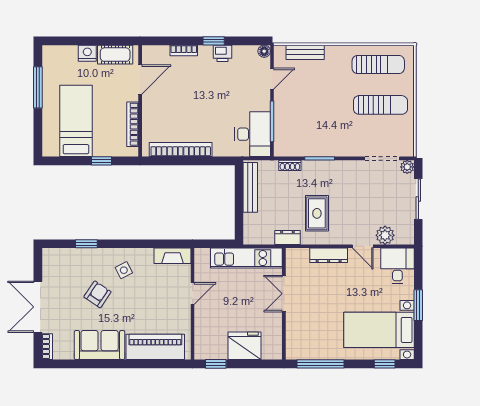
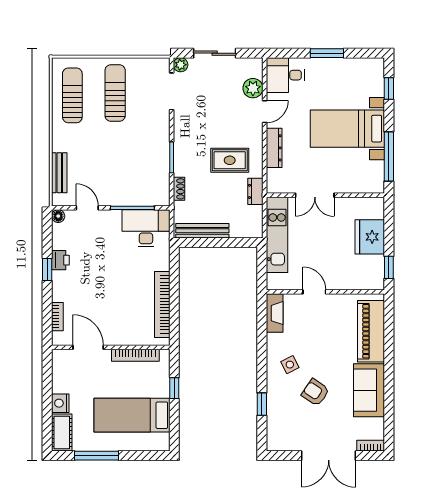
bookcase: (184, 50) -> (57, 317), moved
cot: (115, 55) -> (62, 433), moved
bed with nightstands: (379, 330) -> (347, 129), moved, turned 90

